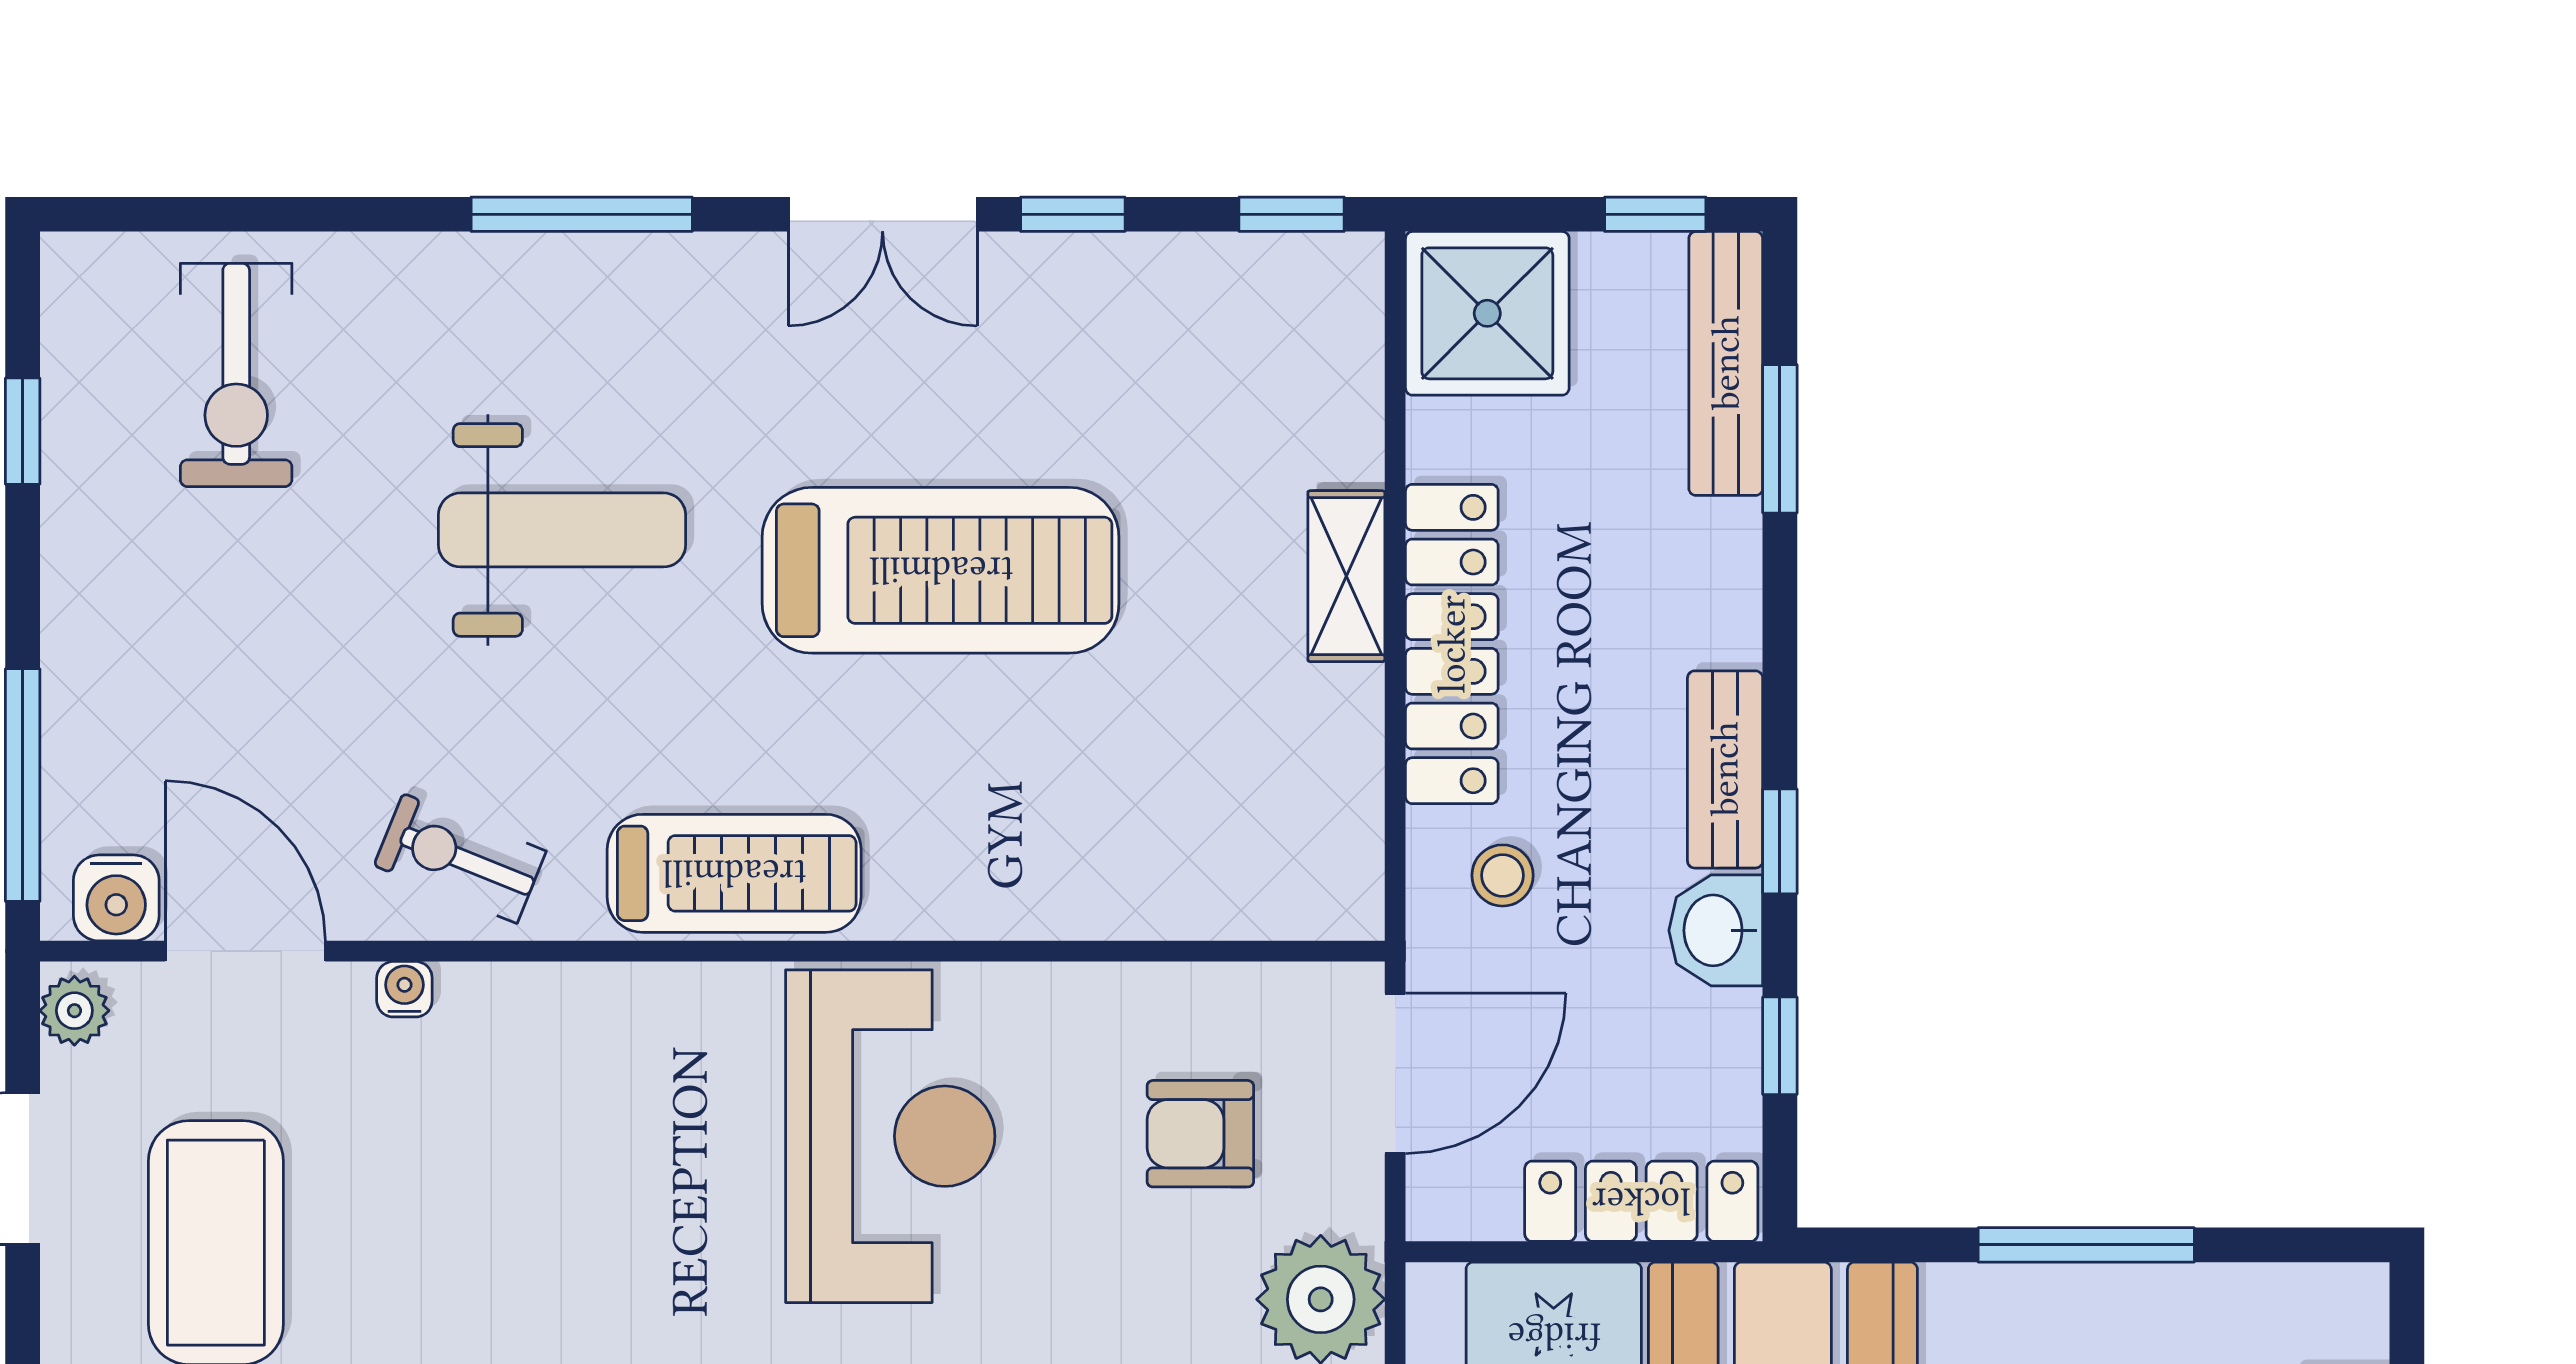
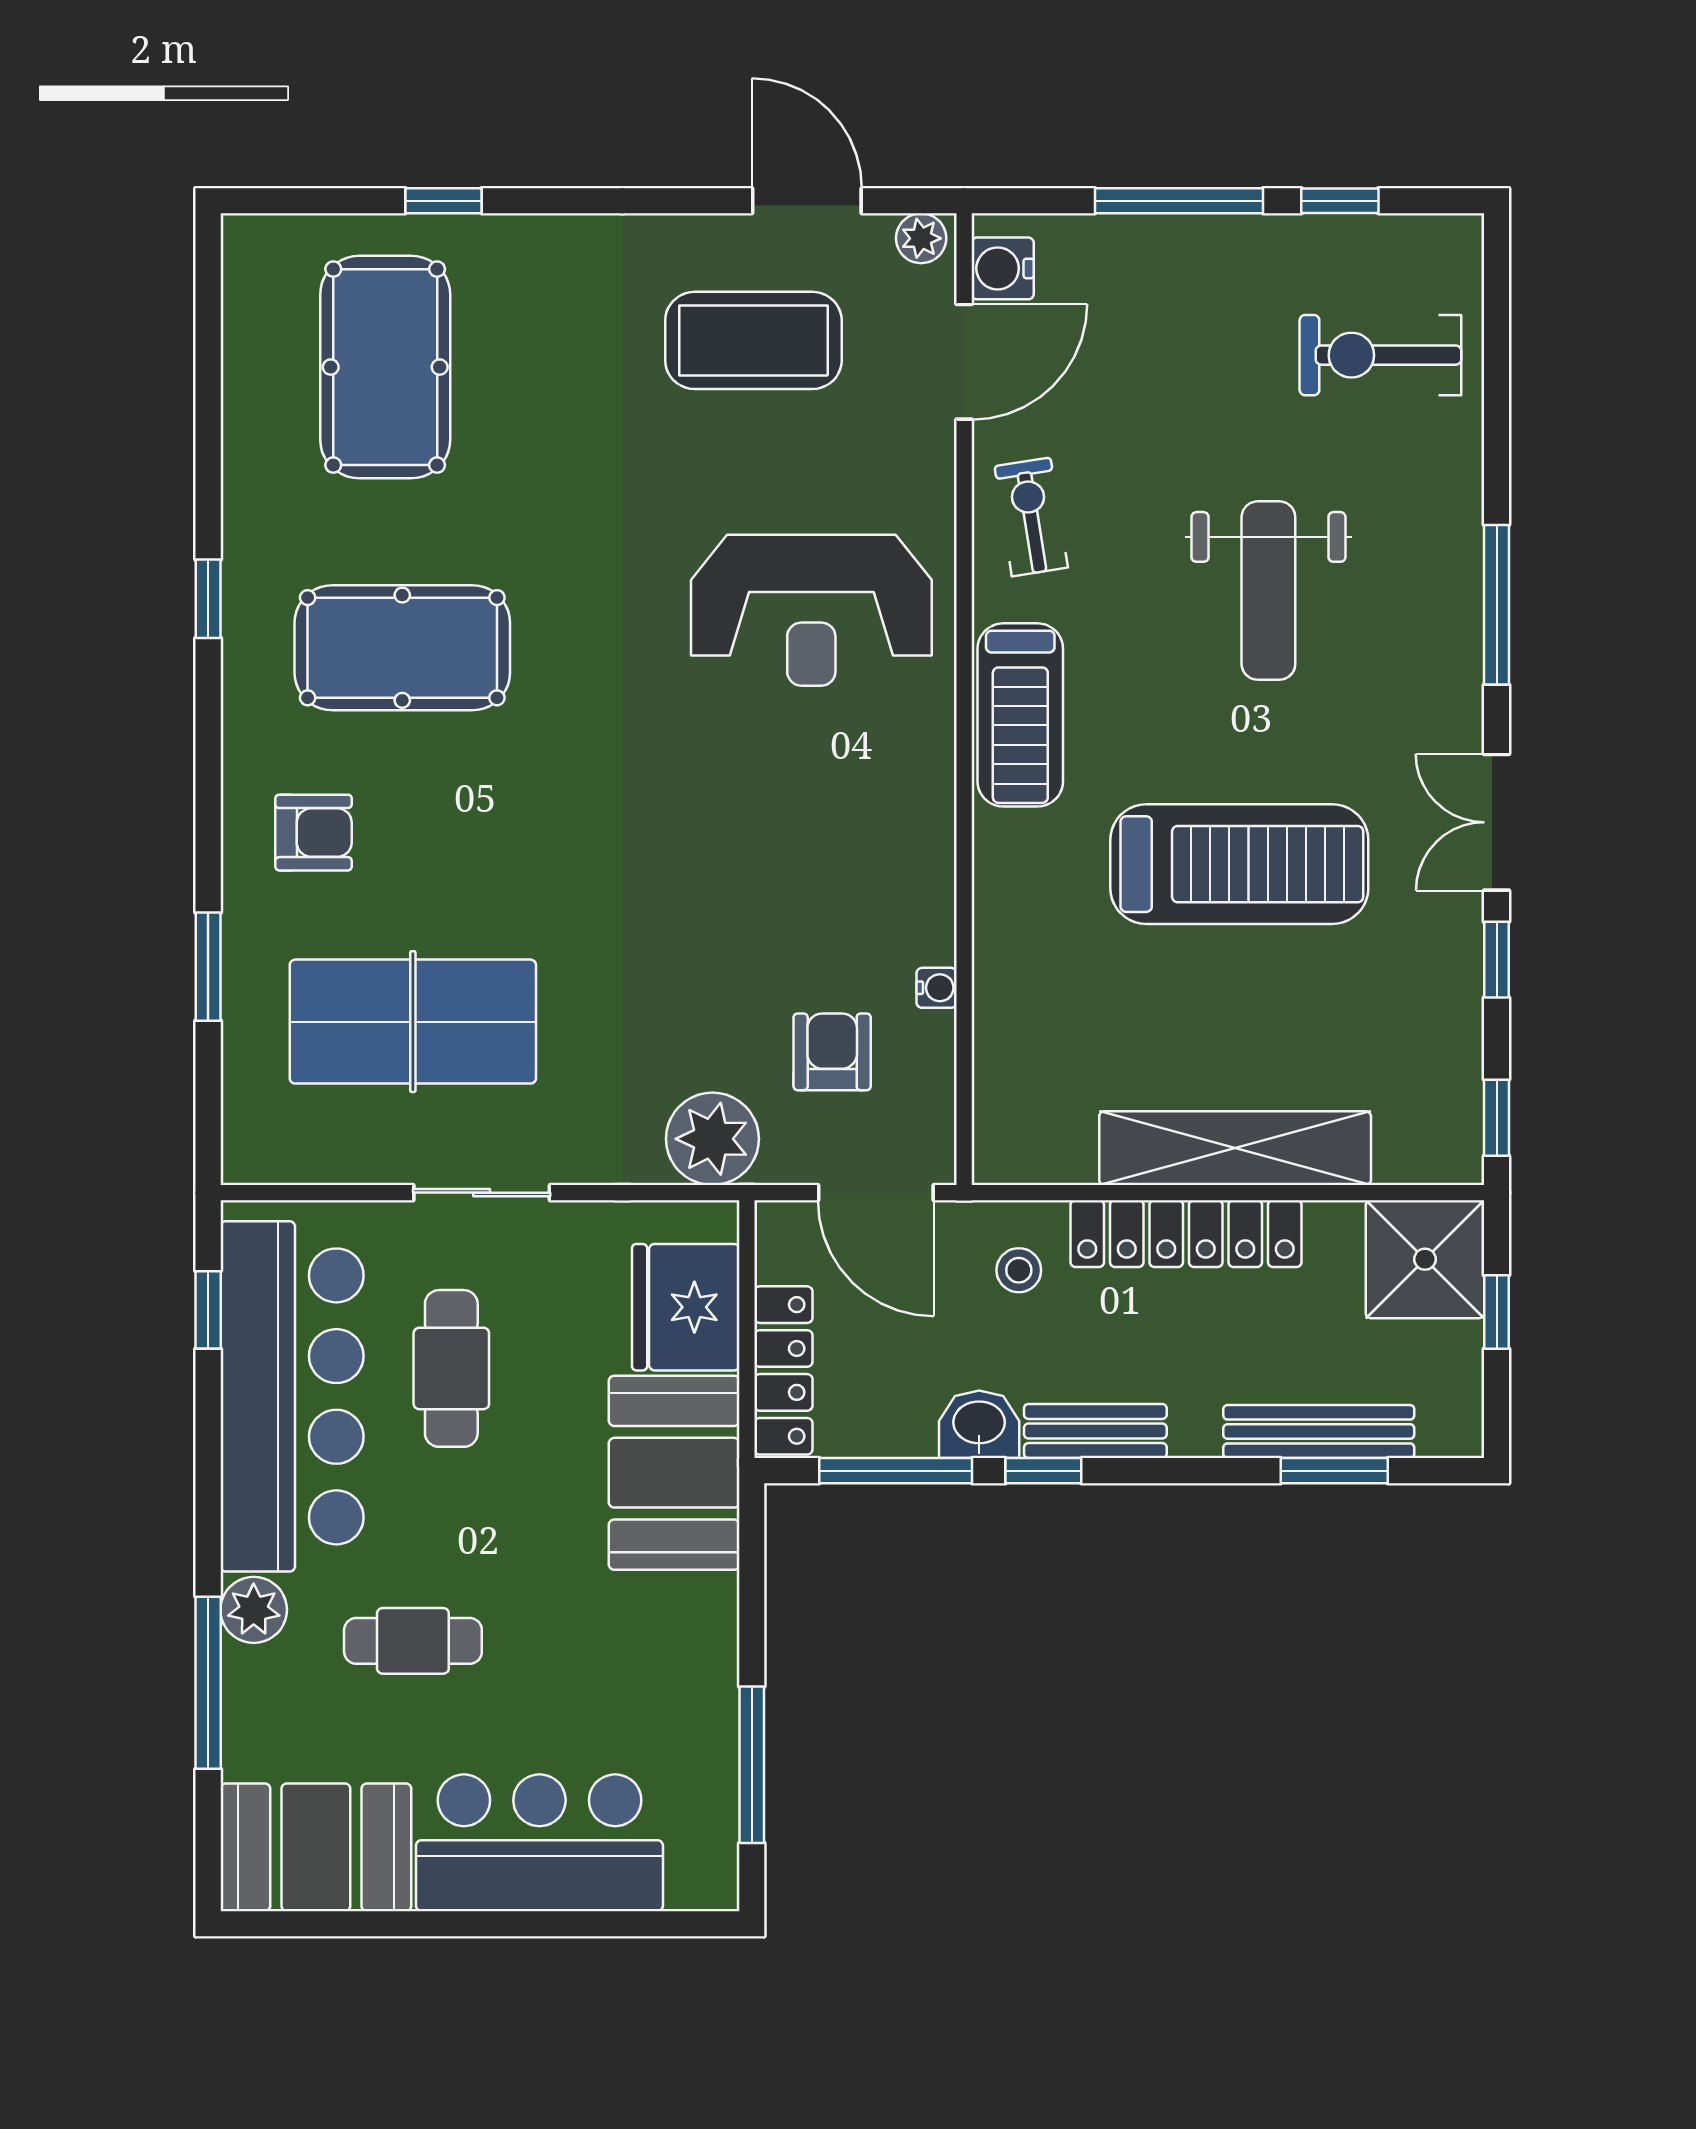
window: (1655, 214) -> (1497, 1312), moved
bench: (1726, 363) -> (1319, 1431), moved
treadmill: (941, 570) -> (1239, 864), turned -90
shelving: (1346, 576) -> (1235, 1148), width x2.20, depth x1.33
window: (23, 785) -> (1179, 201), moved
exercise bike: (460, 858) -> (1031, 517), turned -31
water cooler: (404, 989) -> (937, 988), moved
window: (1780, 1046) -> (896, 1471), width x2.17
reception desk: (890, 1136) -> (811, 610), moved
window: (2086, 1245) -> (752, 1765), moved

